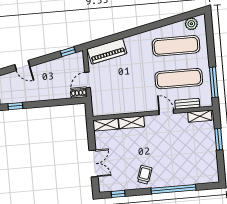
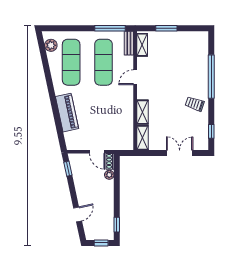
piano: (107, 51) -> (67, 113), moved
plant: (65, 94) -> (109, 175), added
bench: (187, 104) -> (129, 43), moved

